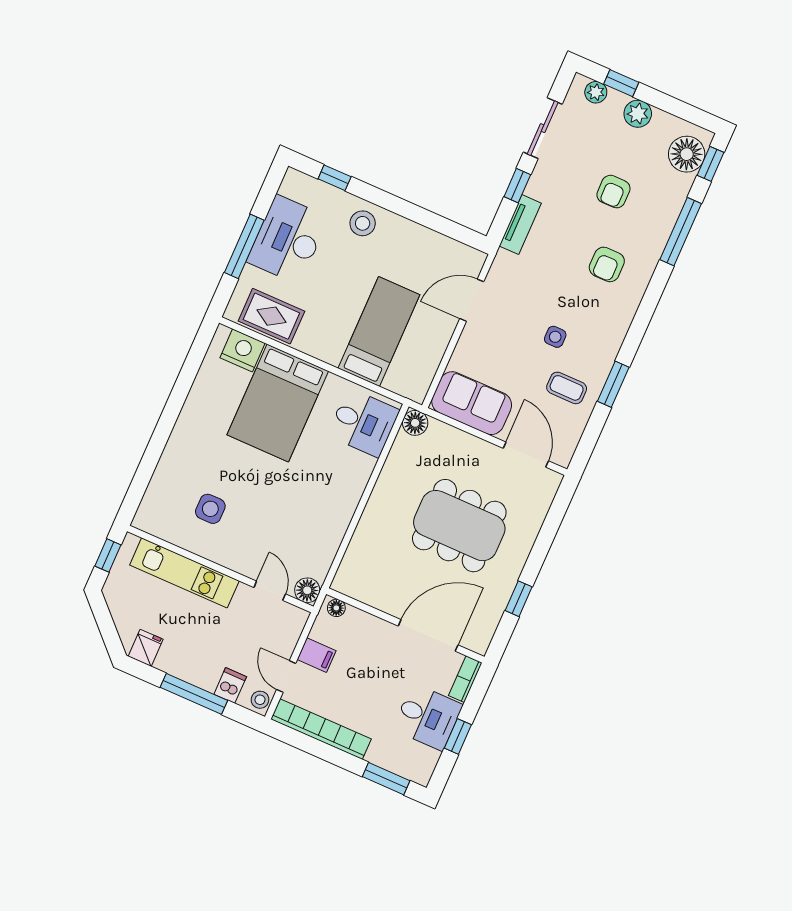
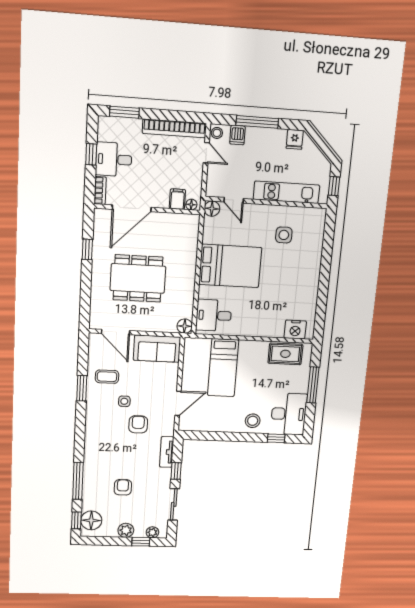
desk: (288, 240) -> (289, 414), moved
armchair: (607, 264) -> (138, 424), moved
bed: (278, 403) -> (230, 266), moved, turned 90
filing cabinet: (317, 655) -> (177, 199), moved, turned 90

